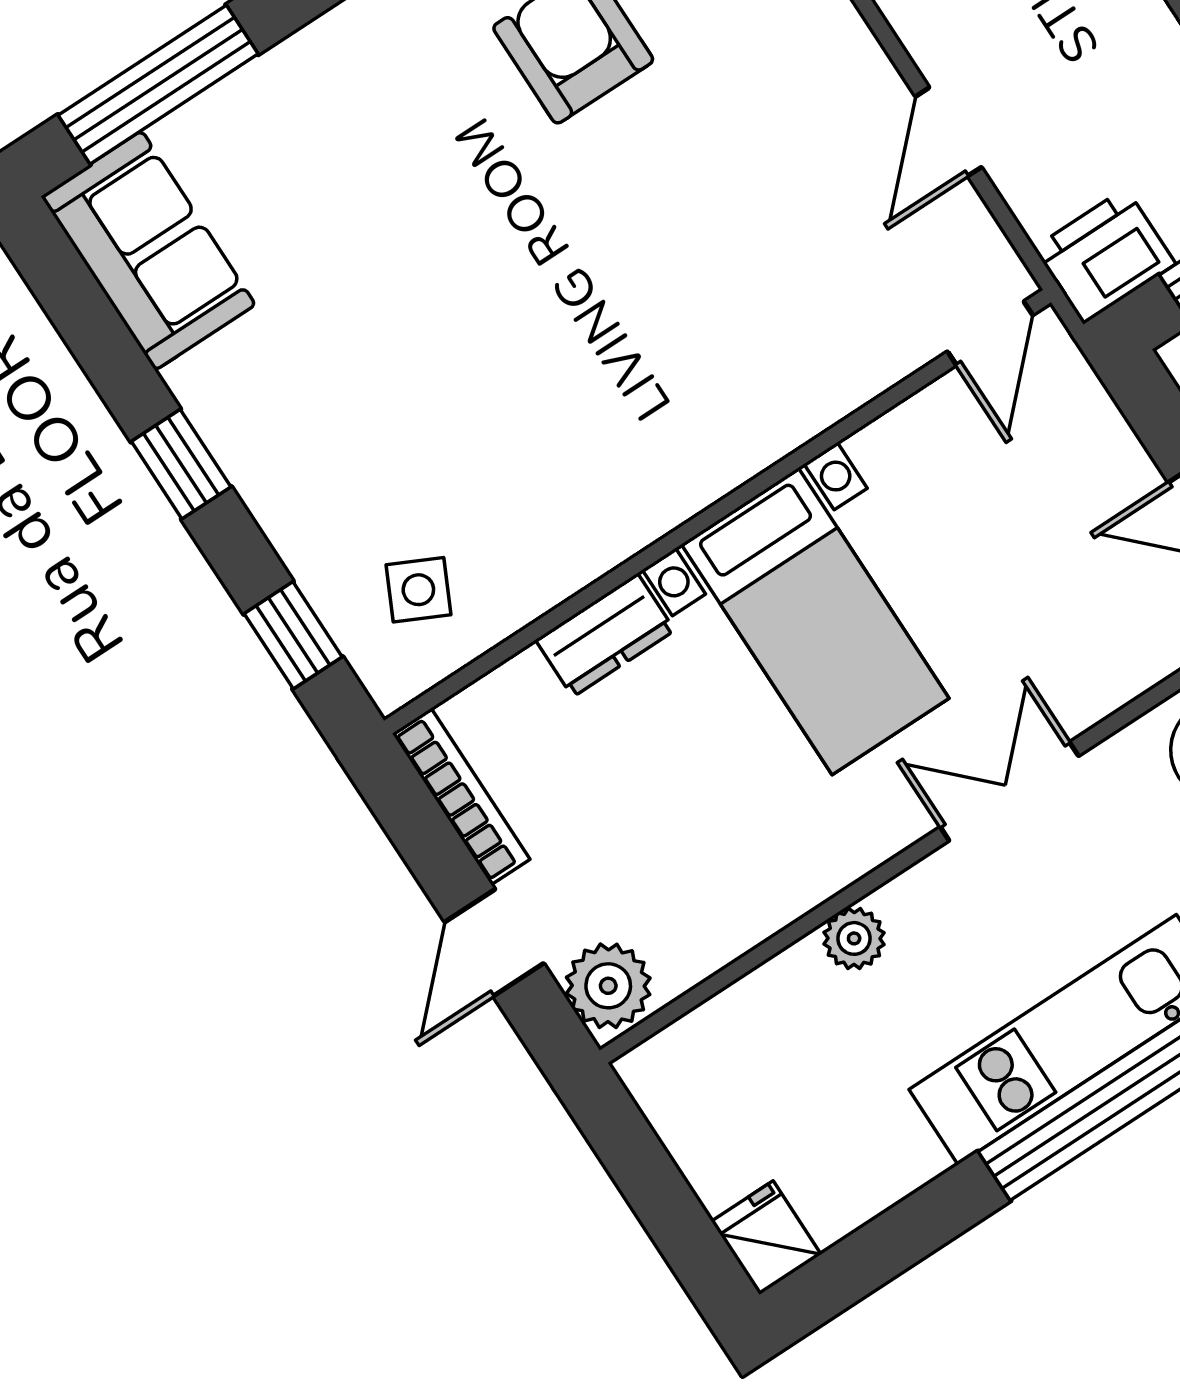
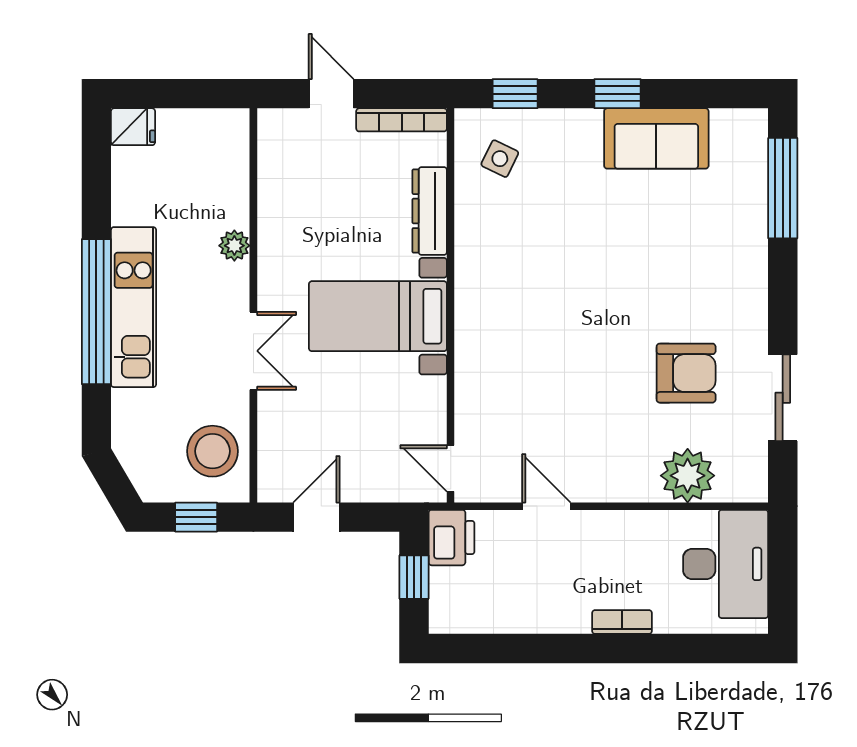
sofa: (148, 251) -> (656, 138), moved
dresser: (605, 635) -> (430, 211), width x1.44
plant: (608, 986) -> (282, 130), removed

